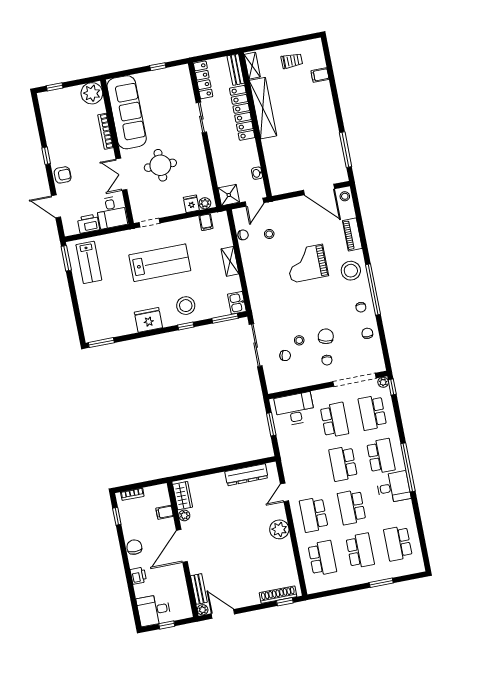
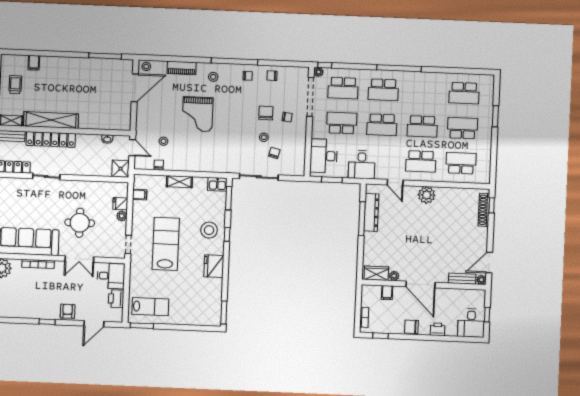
plant: (205, 203) -> (122, 216), moved
stool: (351, 271) -> (213, 77), width x0.53, depth x0.53
chair: (326, 336) -> (266, 113), turned 76
school desk: (381, 456) -> (383, 90), turned 180
window: (237, 466) -> (362, 219), added
desk: (393, 487) -> (362, 165), moved, turned 180

